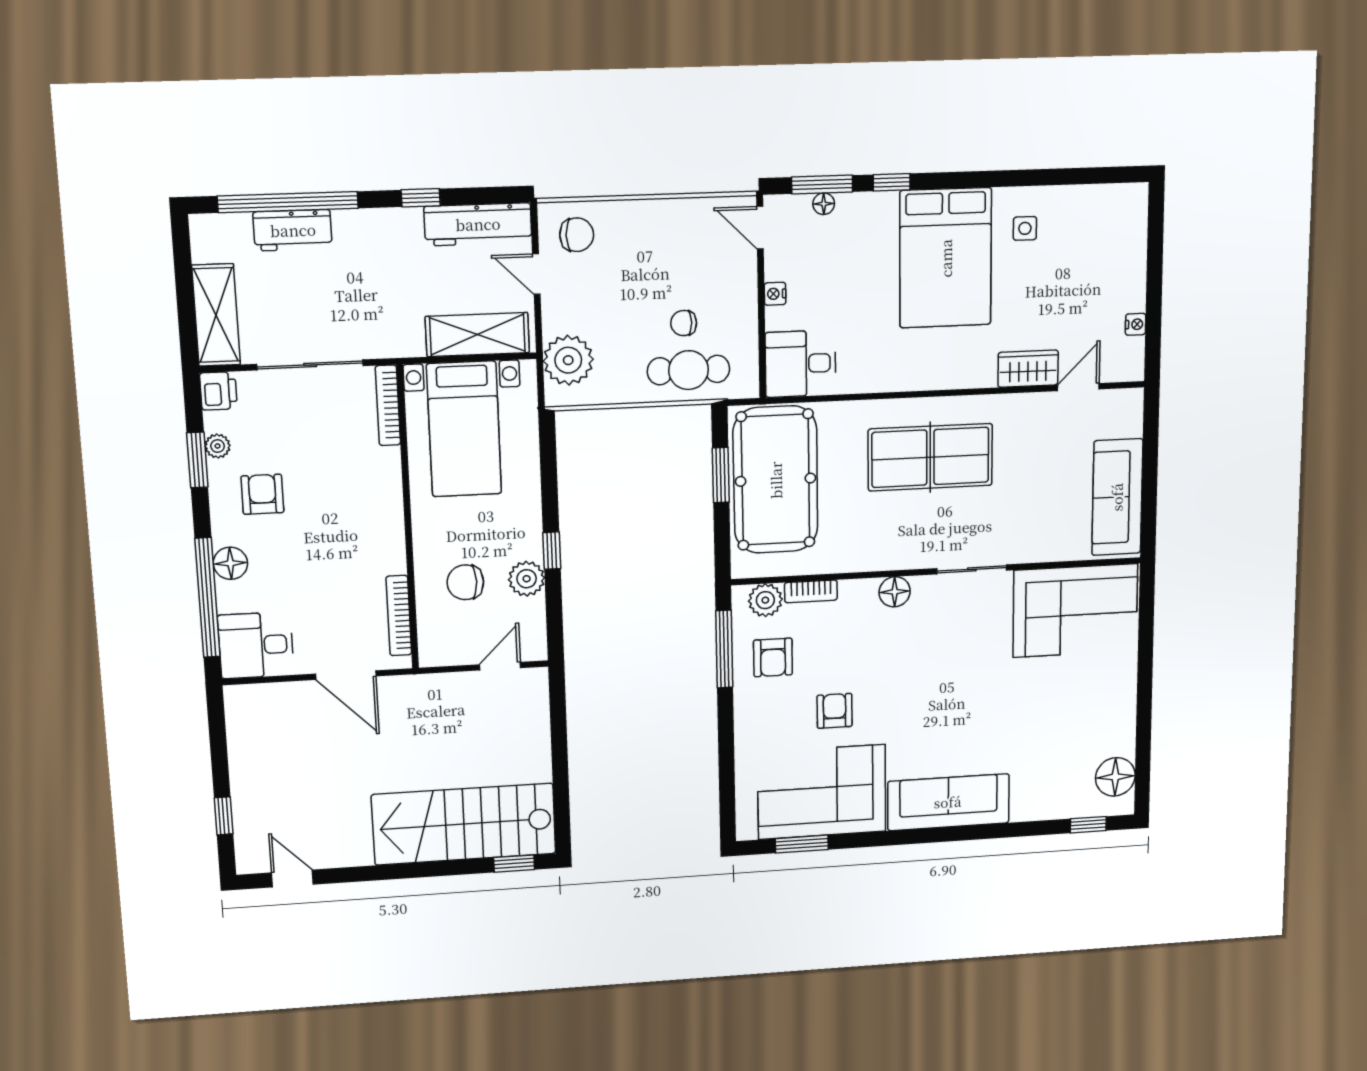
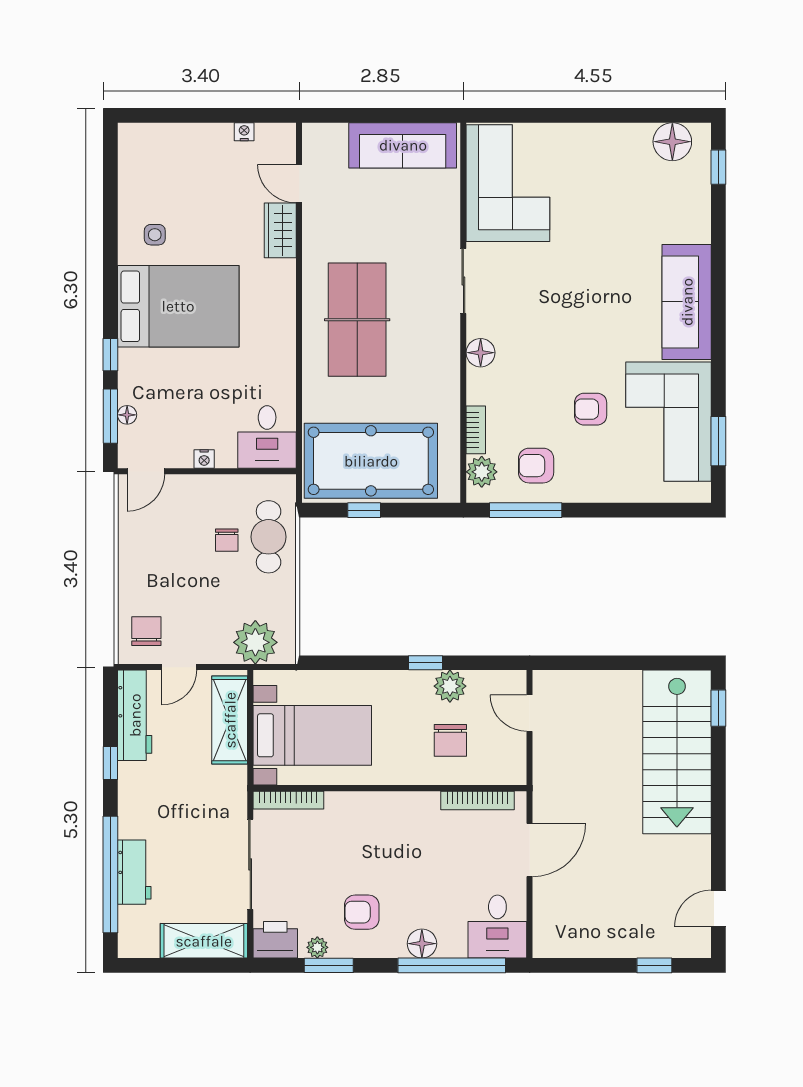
printer: (218, 391) -> (275, 940), width x1.36, depth x1.24
window: (721, 475) -> (364, 510), width x0.67
armchair: (773, 657) -> (536, 466), turned 180

